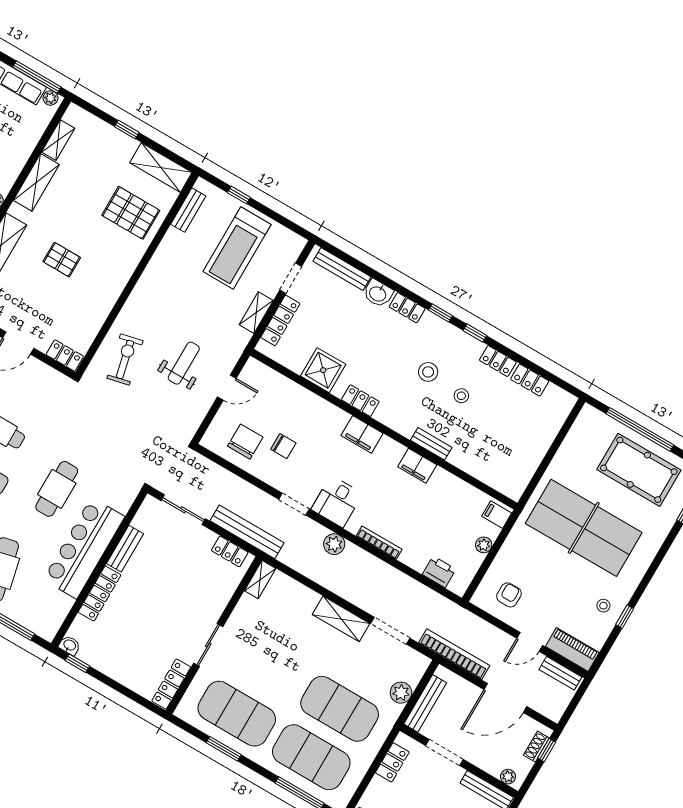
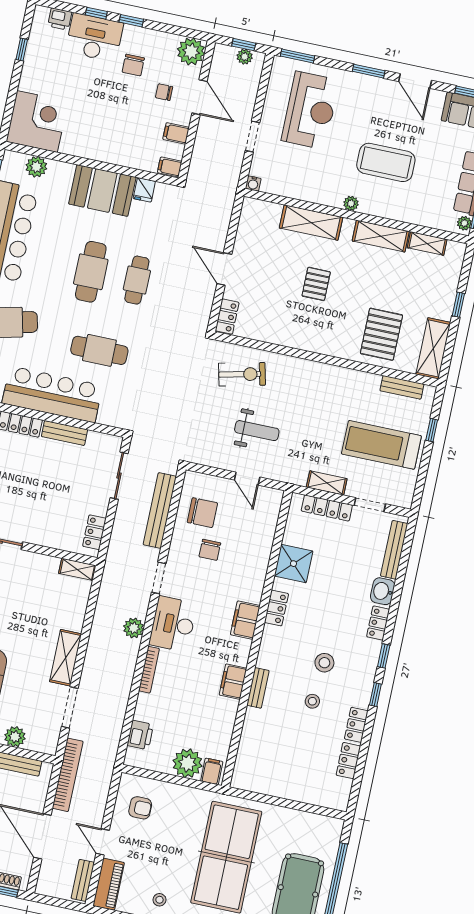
desk: (337, 502) -> (173, 624), width x1.37
bench: (247, 532) -> (160, 510), moved
plant: (484, 545) -> (188, 763), width x1.87, depth x1.87

